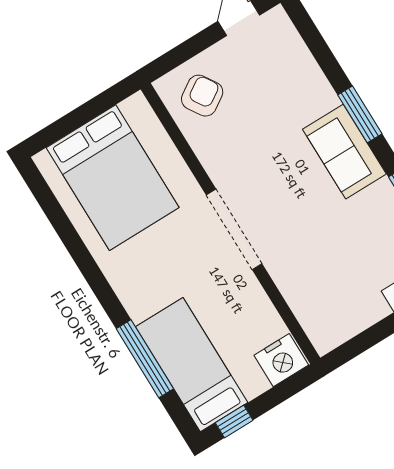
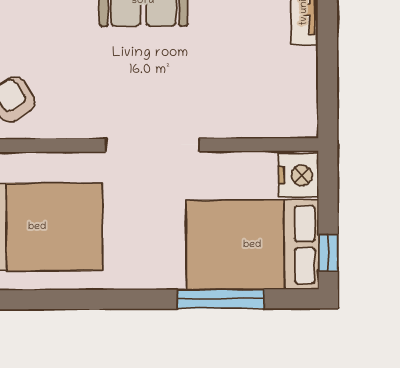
bed: (192, 365) -> (252, 245), width x1.50

